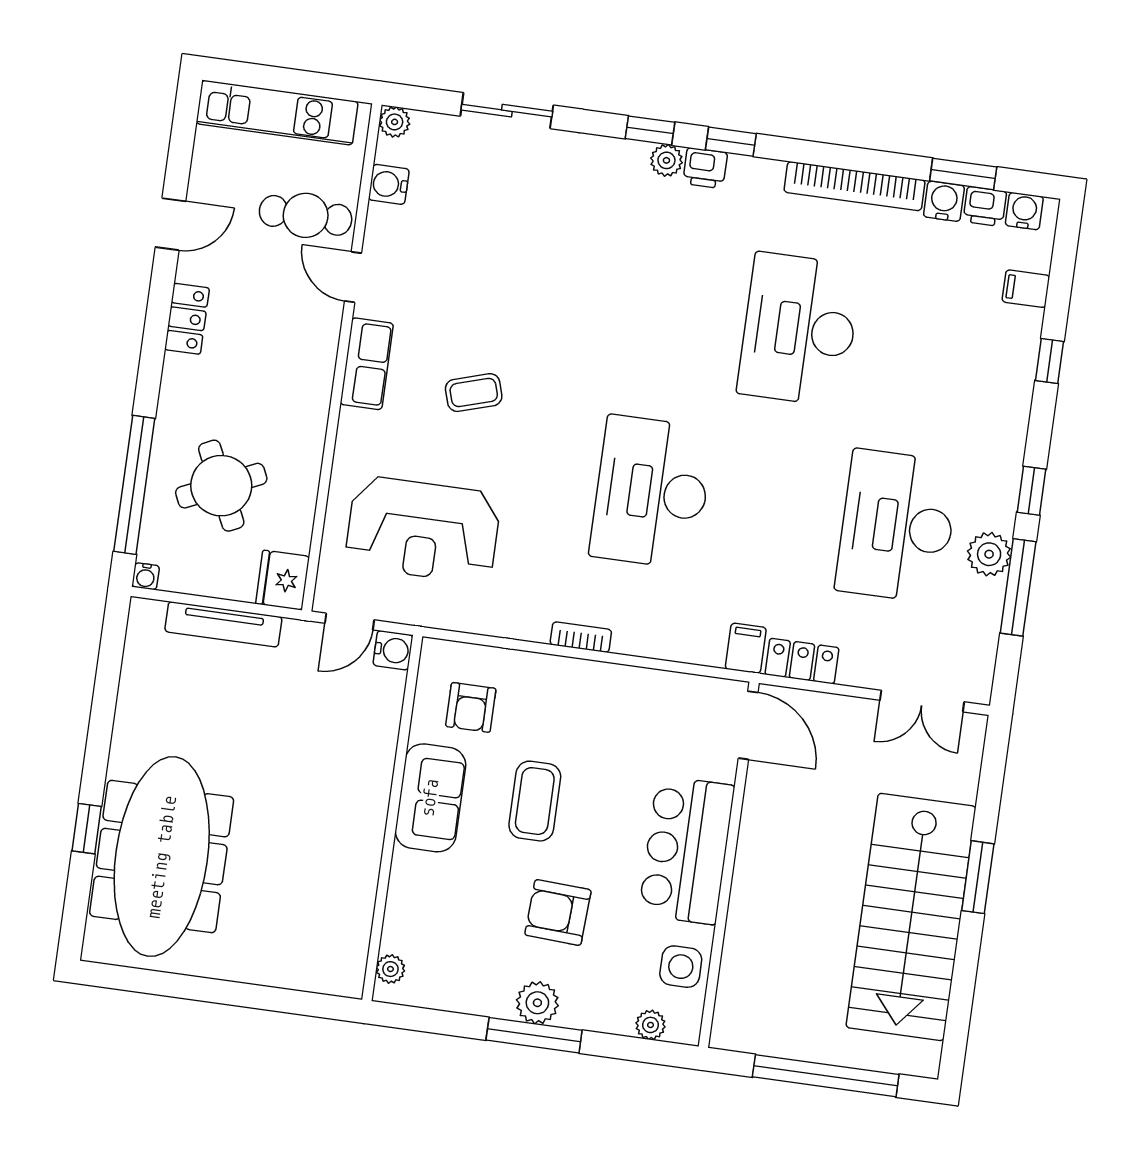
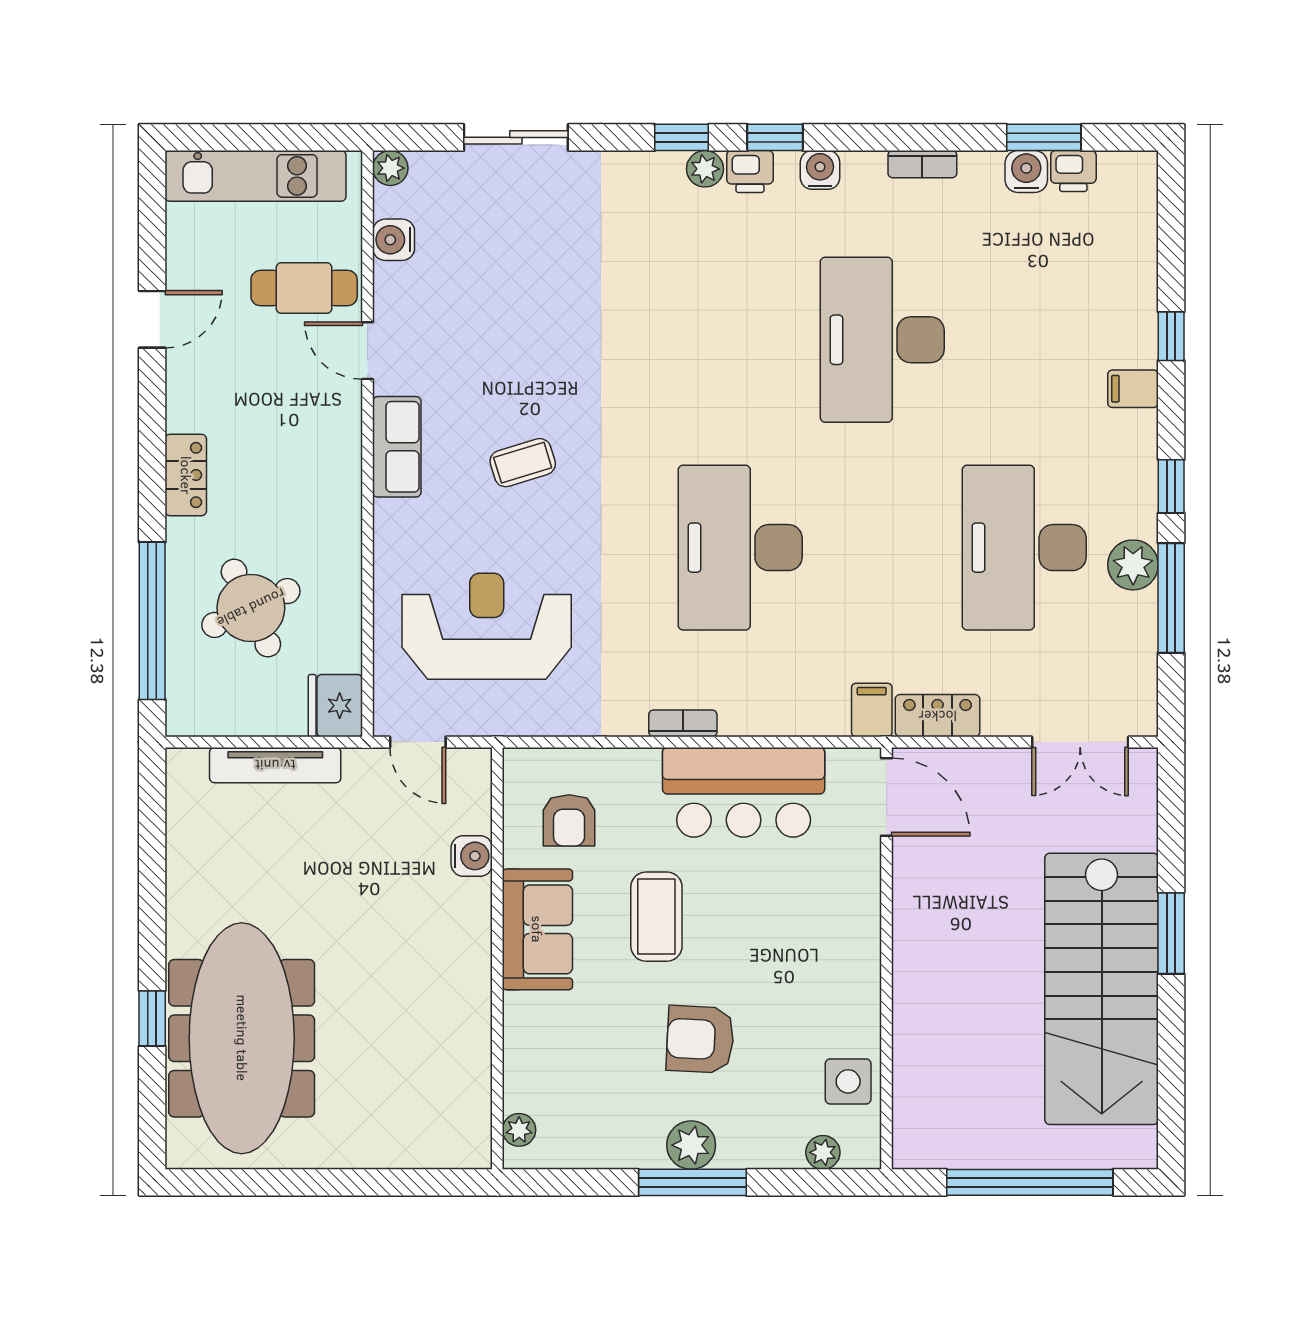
bookcase: (855, 186) -> (922, 164), width x0.43, depth x0.76
water cooler: (1024, 211) -> (820, 170), moved
filing cabinet: (1026, 289) -> (1133, 389), moved
locker: (187, 319) -> (186, 475), moved
reception desk: (423, 530) -> (487, 626), turned 180
water cooler: (146, 576) -> (179, 723), removed
door: (349, 622) -> (418, 742), hinge flipped
water cooler: (393, 650) -> (472, 856), moved
bar counter: (687, 850) -> (744, 792), moved, turned -90

